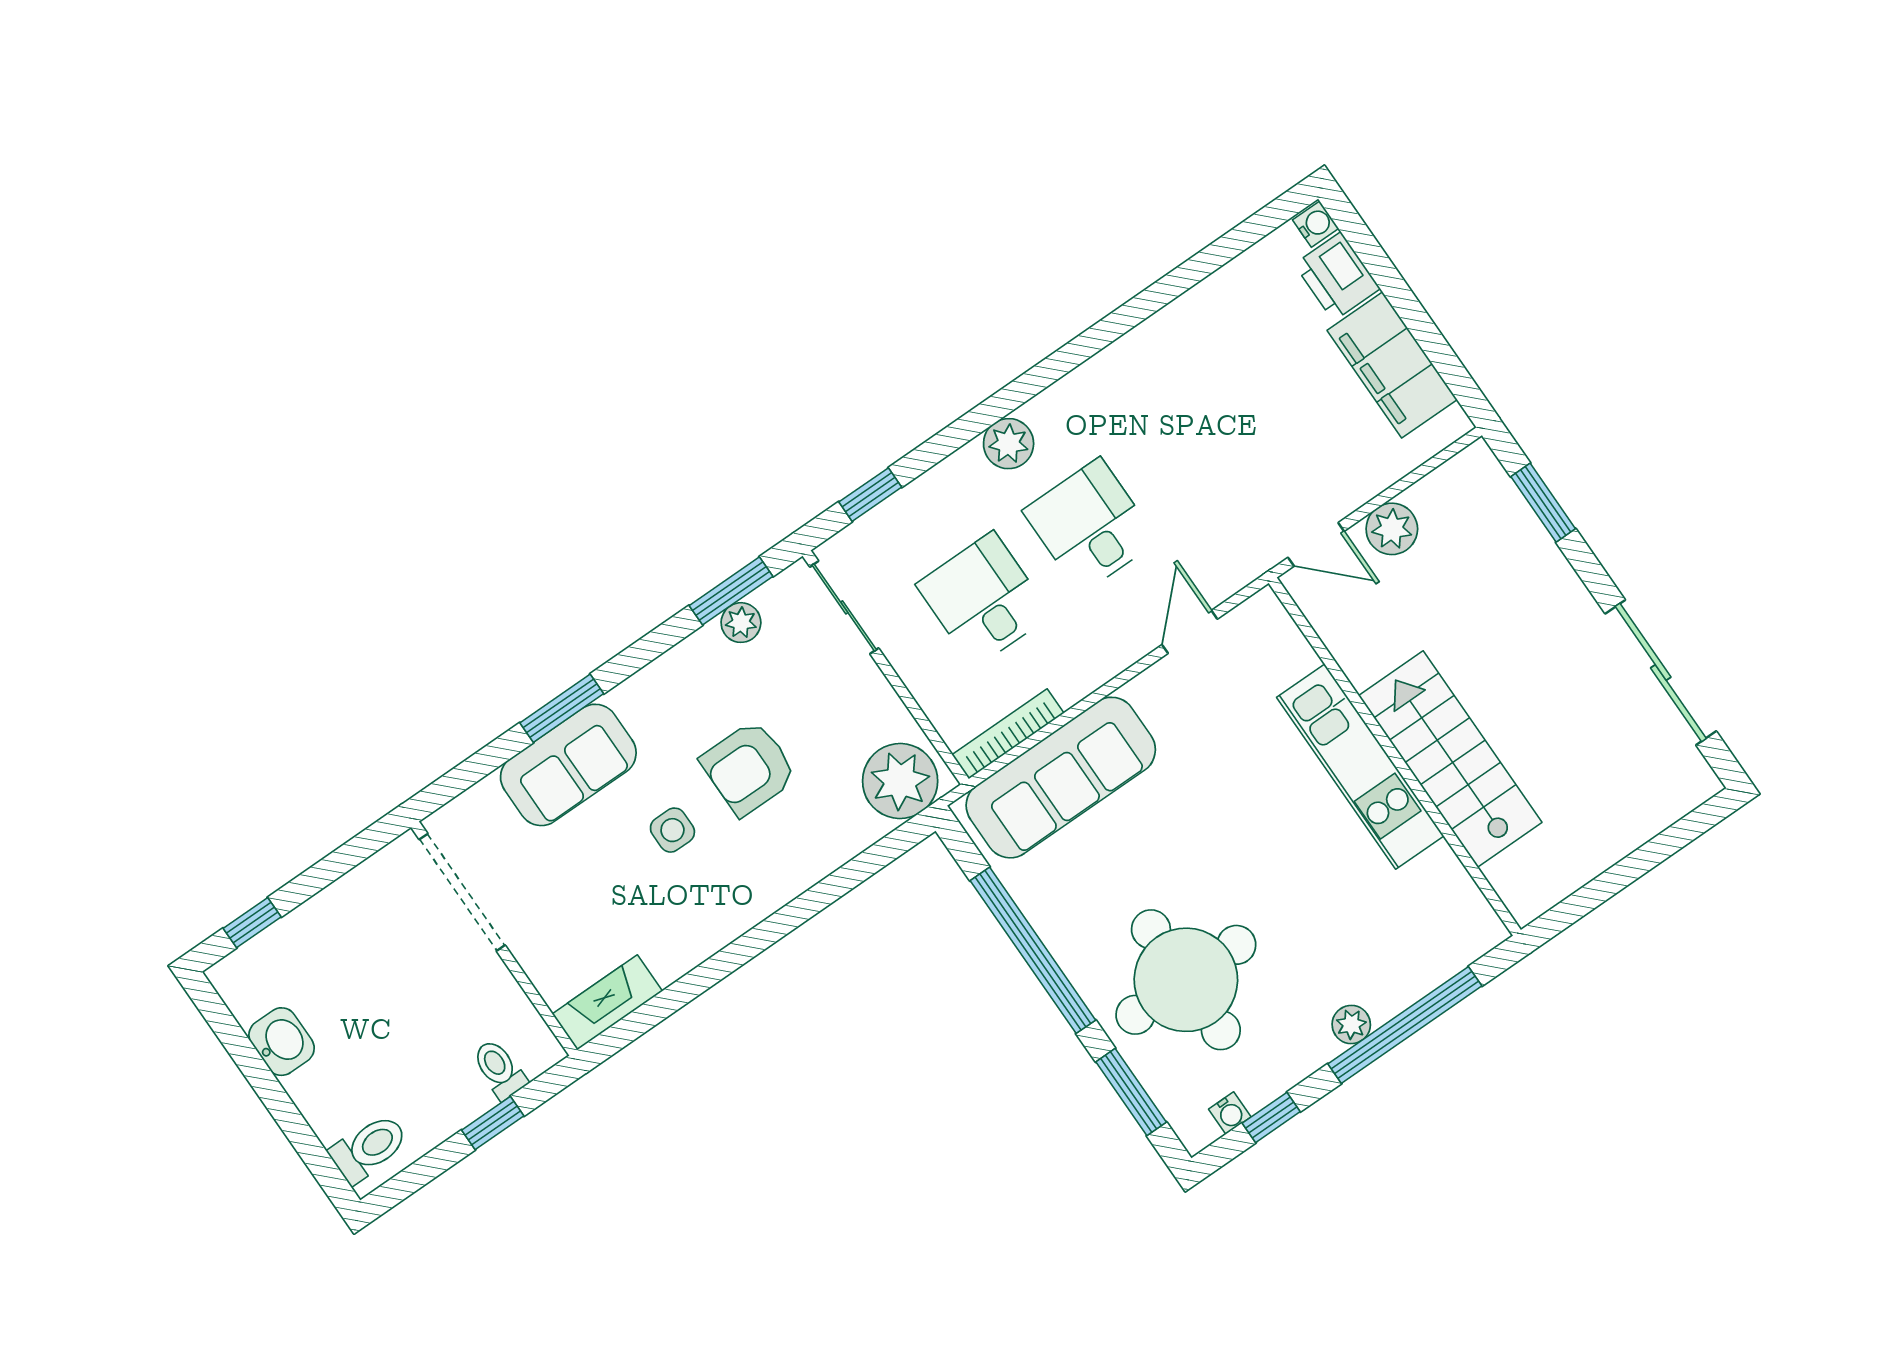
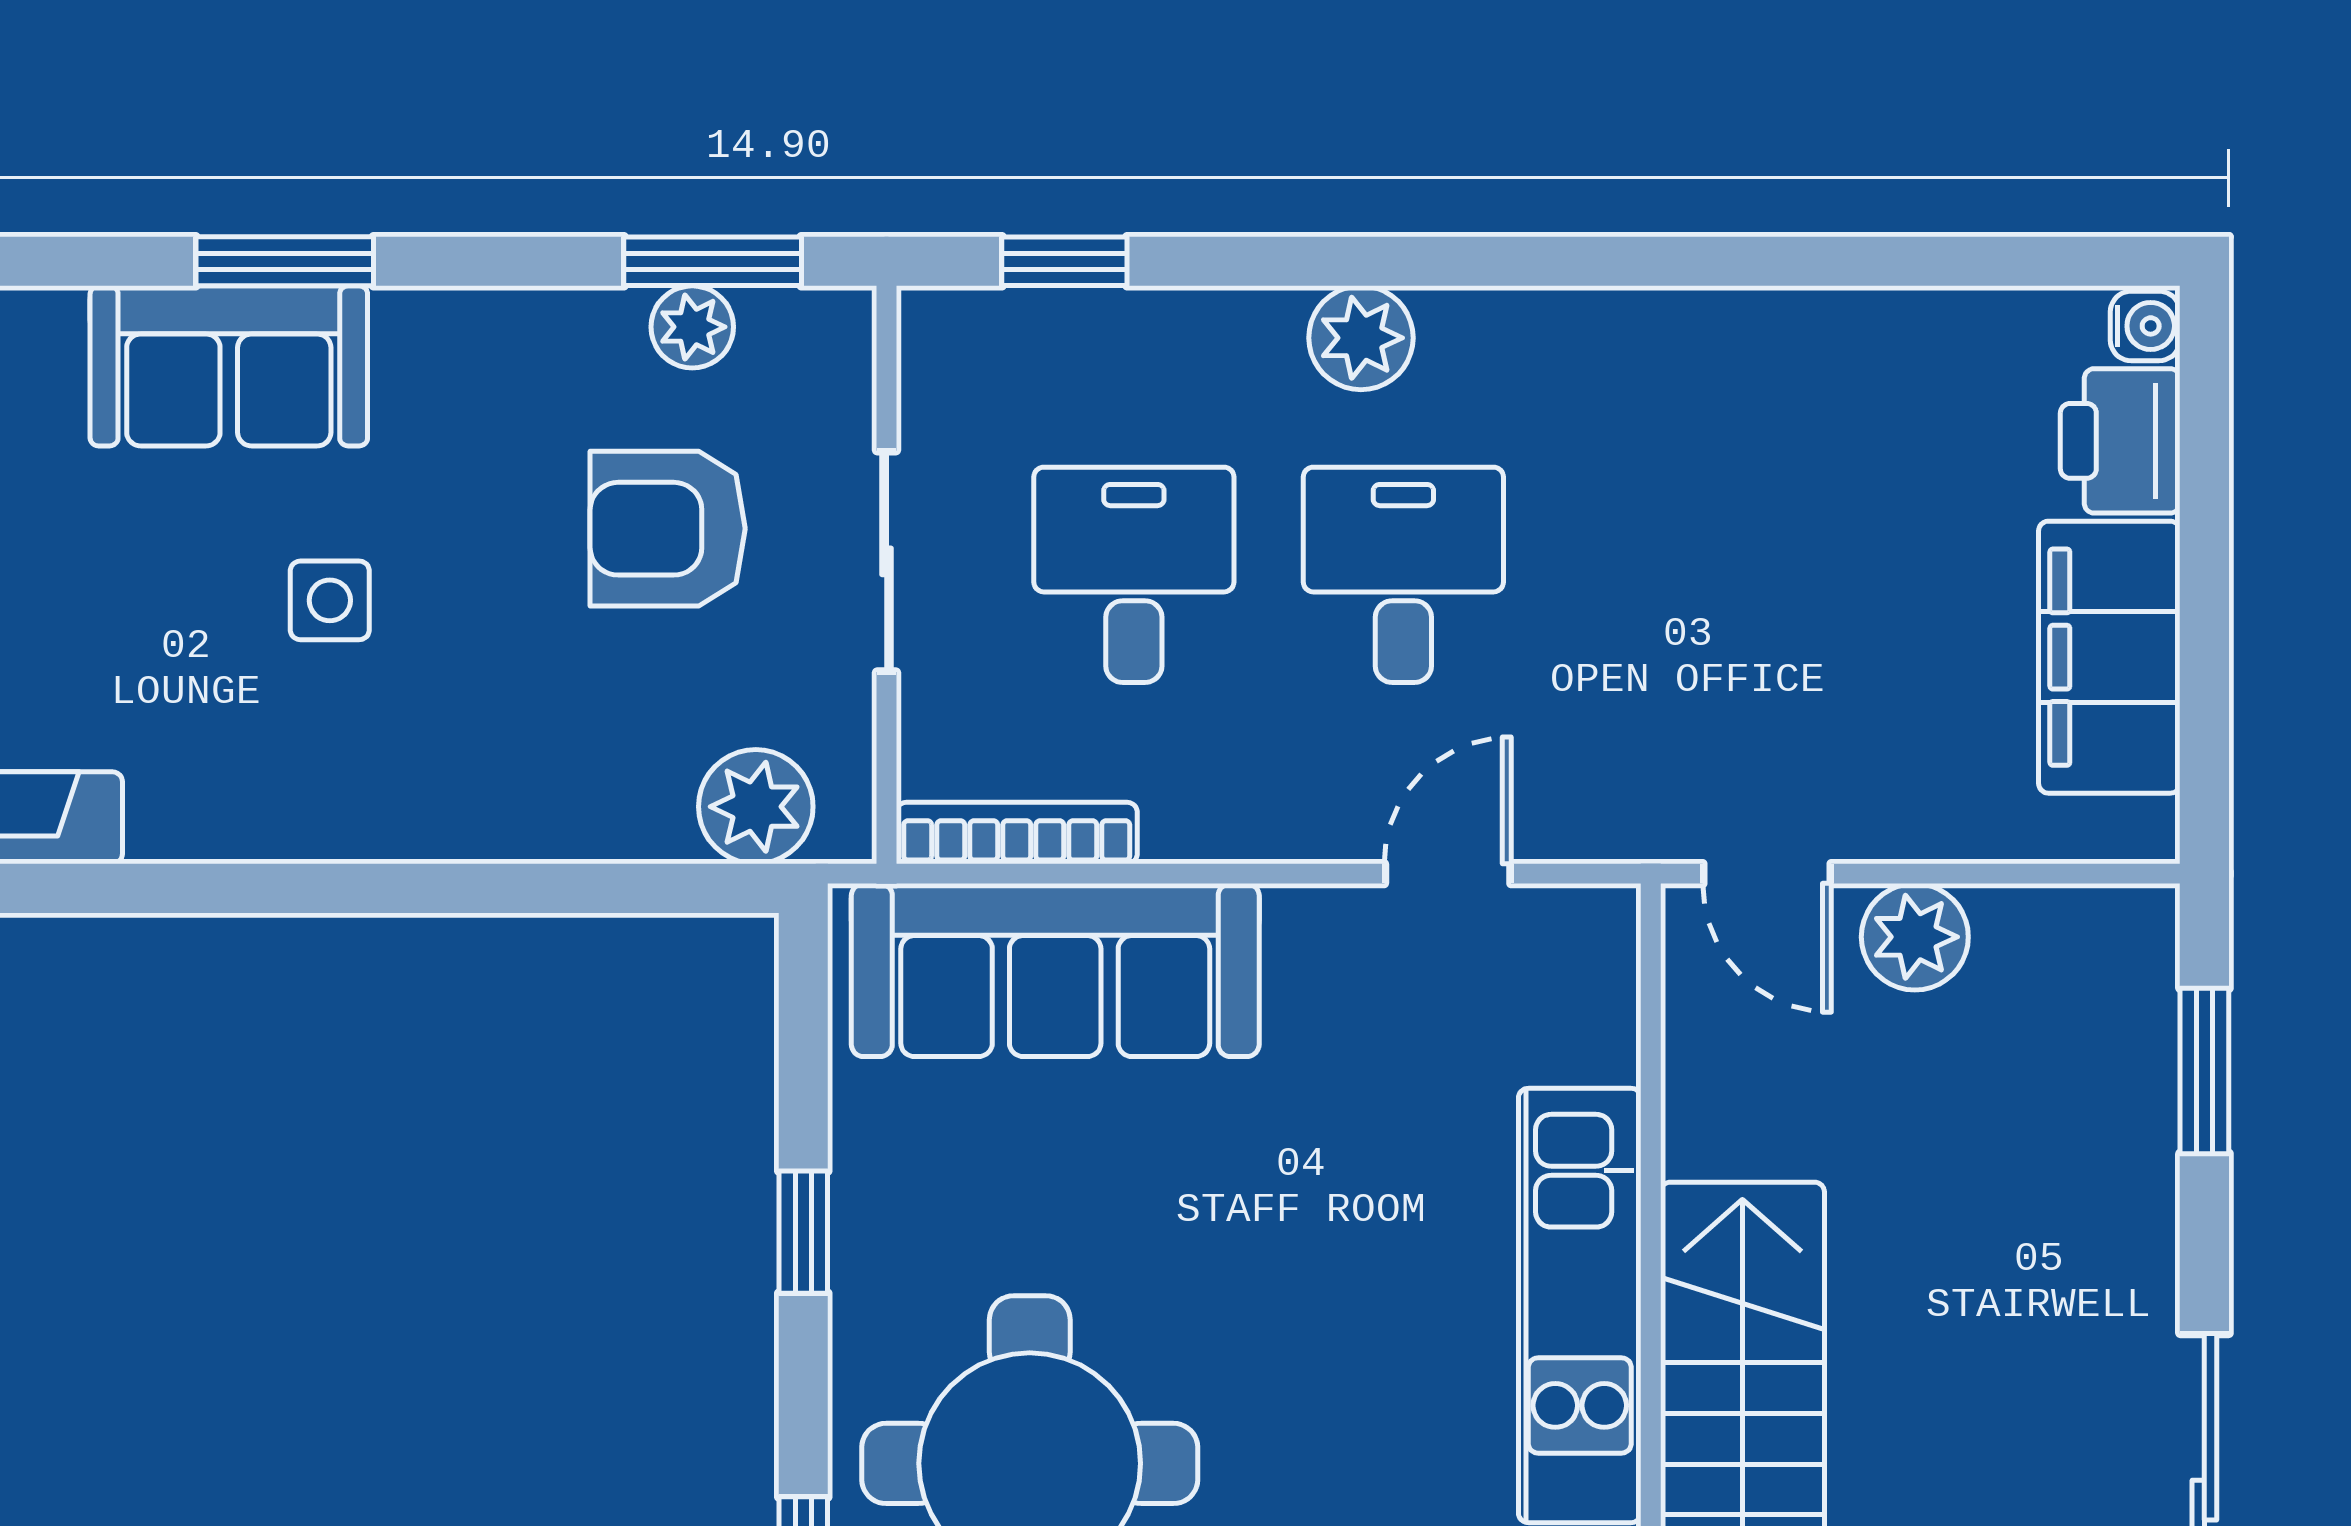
sliding door: (844, 607) -> (887, 561), moved
armchair: (749, 768) -> (668, 529), moved
plant: (900, 781) -> (756, 807), width x0.73, depth x0.73
window: (1033, 950) -> (803, 1232), width x0.32

